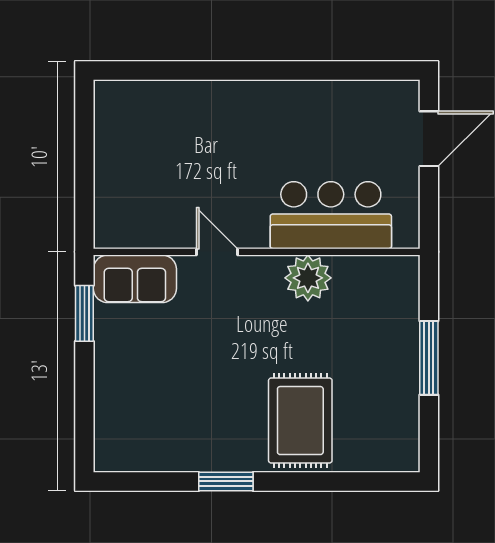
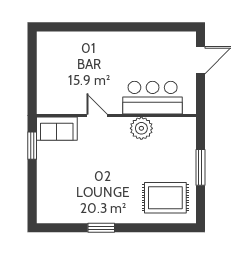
rug: (300, 421) -> (165, 198), moved, turned 90

